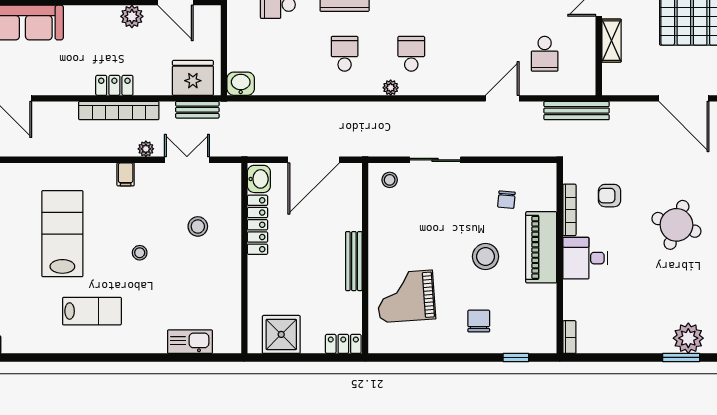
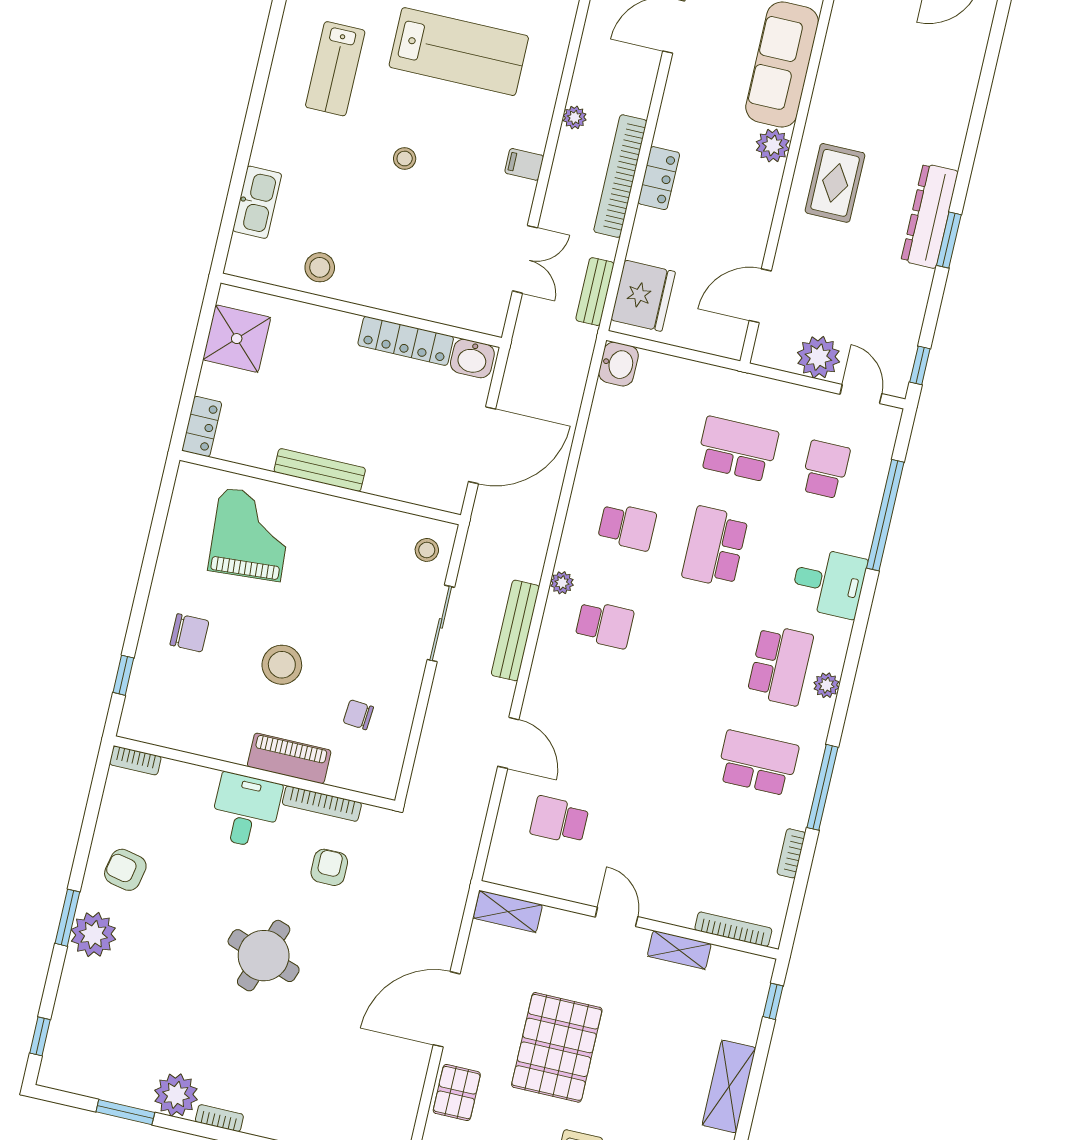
plant: (132, 16) -> (773, 145), moved
shelving: (611, 41) -> (508, 911), moved
bench: (577, 111) -> (515, 630), moved
plant: (146, 149) -> (575, 117), moved
door: (314, 160) -> (482, 445), swing flipped
stool: (198, 226) -> (320, 267), moved
piano: (541, 247) -> (289, 758), width x0.73, depth x0.75
armchair: (642, 327) -> (125, 870), added

